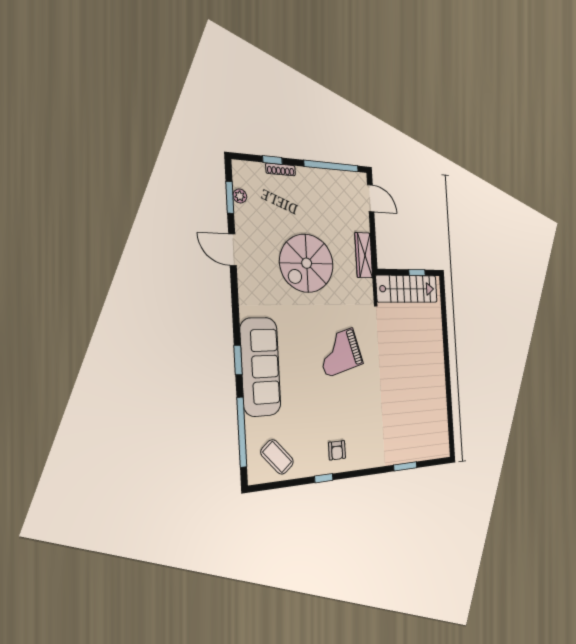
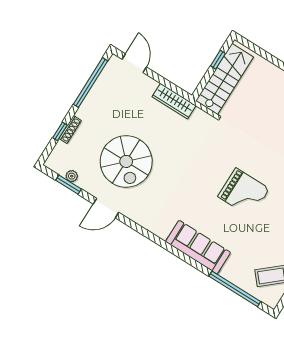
door: (371, 198) -> (134, 63), hinge flipped
spiral stairs: (307, 263) -> (126, 161), moved
grand piano: (340, 352) -> (244, 193), moved, turned -74
window: (238, 360) -> (184, 257), removed
sofa: (260, 367) -> (198, 247), width x0.74, depth x0.79

